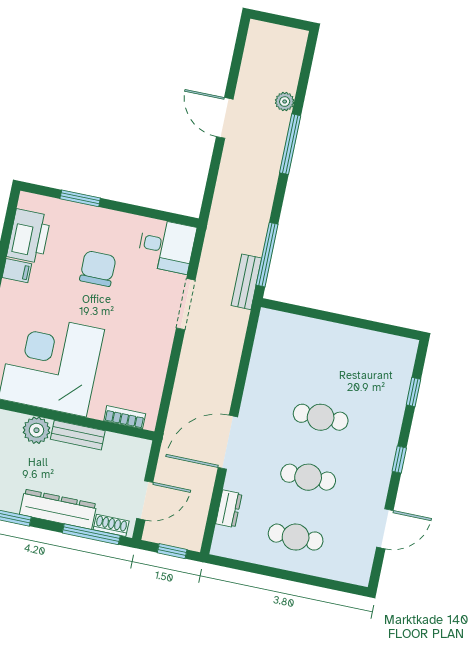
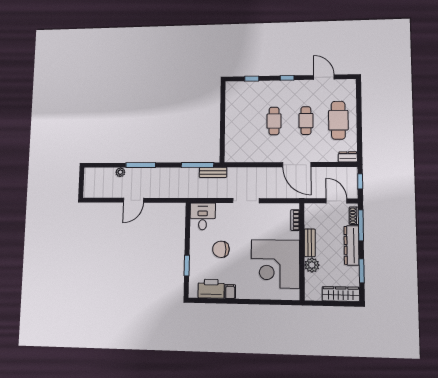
doorway: (186, 304) -> (246, 201), moved
dresser: (229, 509) -> (348, 157), moved
cafe table: (296, 537) -> (338, 120), width x1.37, depth x1.35

